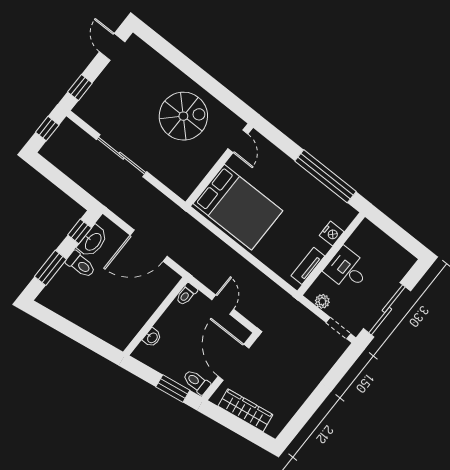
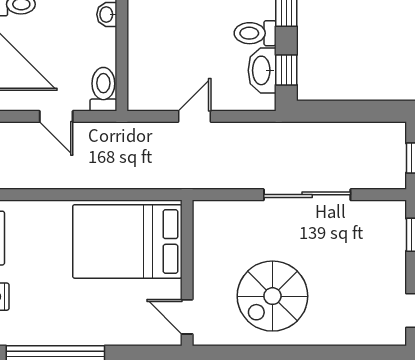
door: (149, 246) -> (194, 116), width x0.53
toilet: (187, 294) -> (103, 89), width x1.37, depth x1.39

